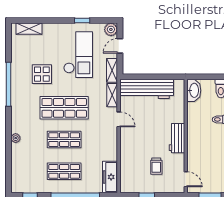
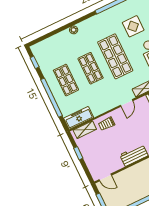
trolley: (156, 166) -> (107, 124), moved
shelving: (125, 177) -> (85, 130), added
door: (186, 179) -> (105, 177), hinge flipped

